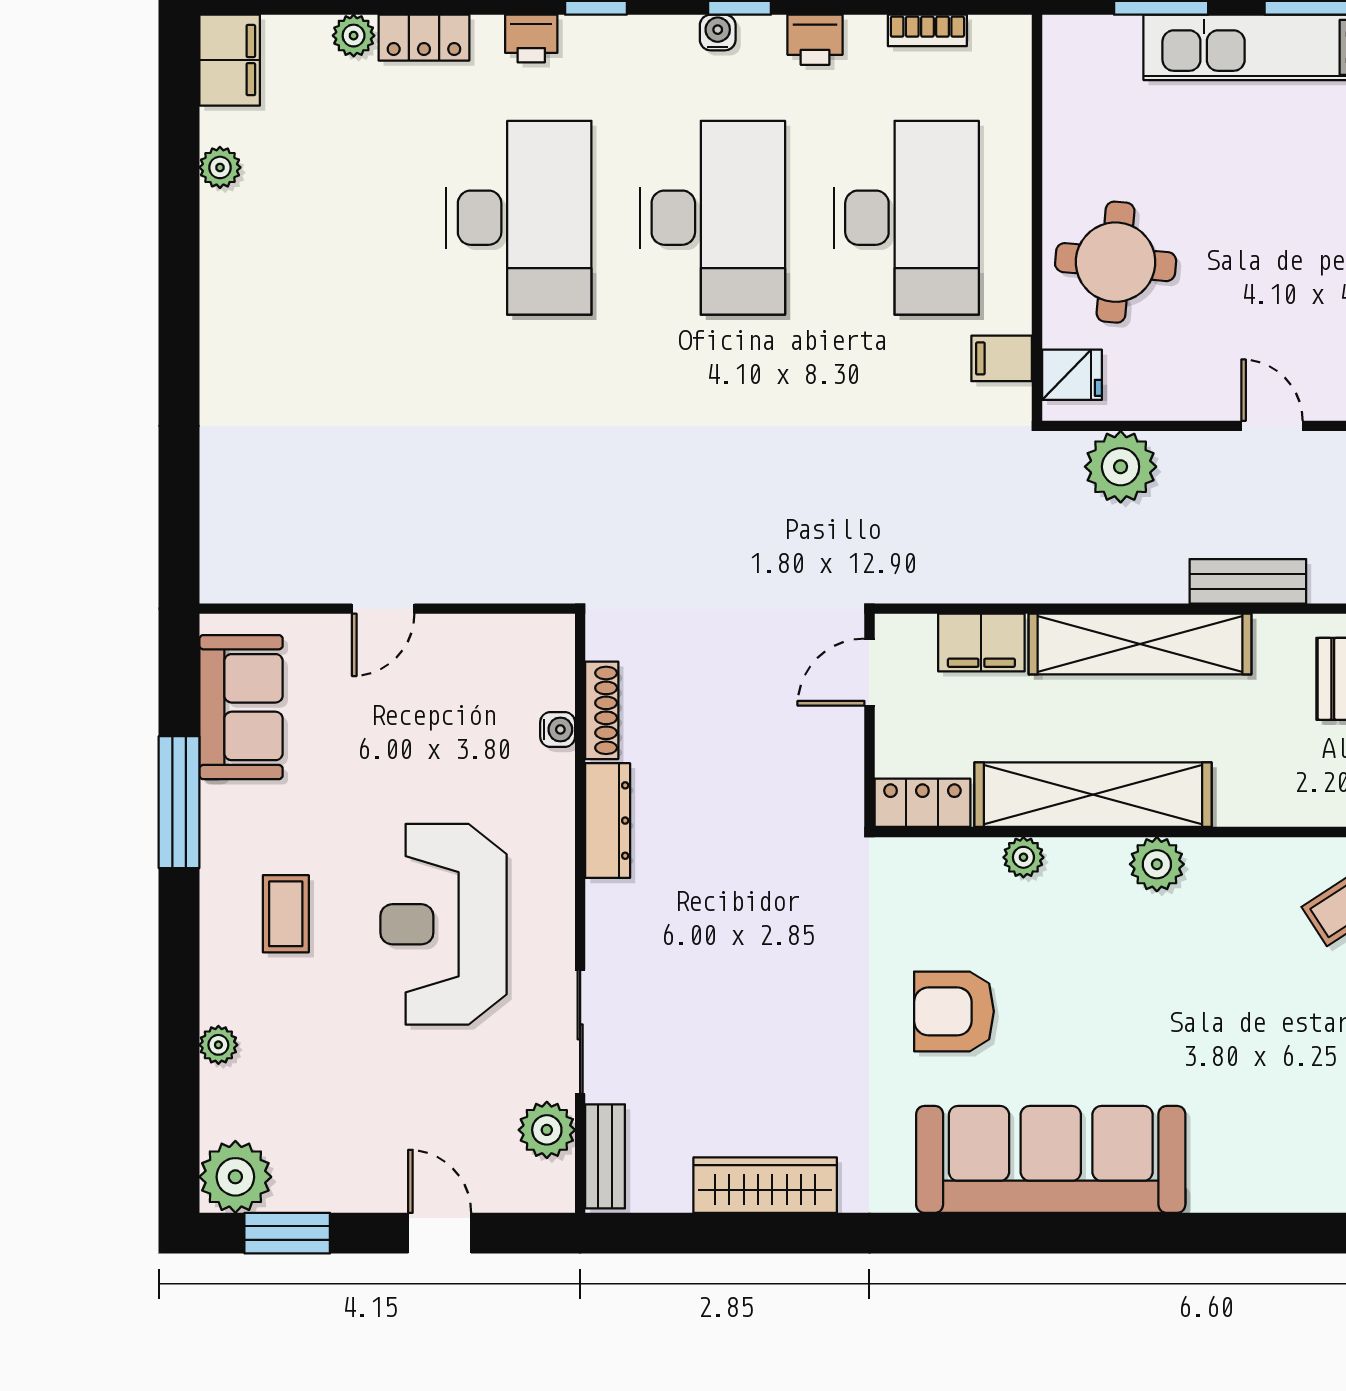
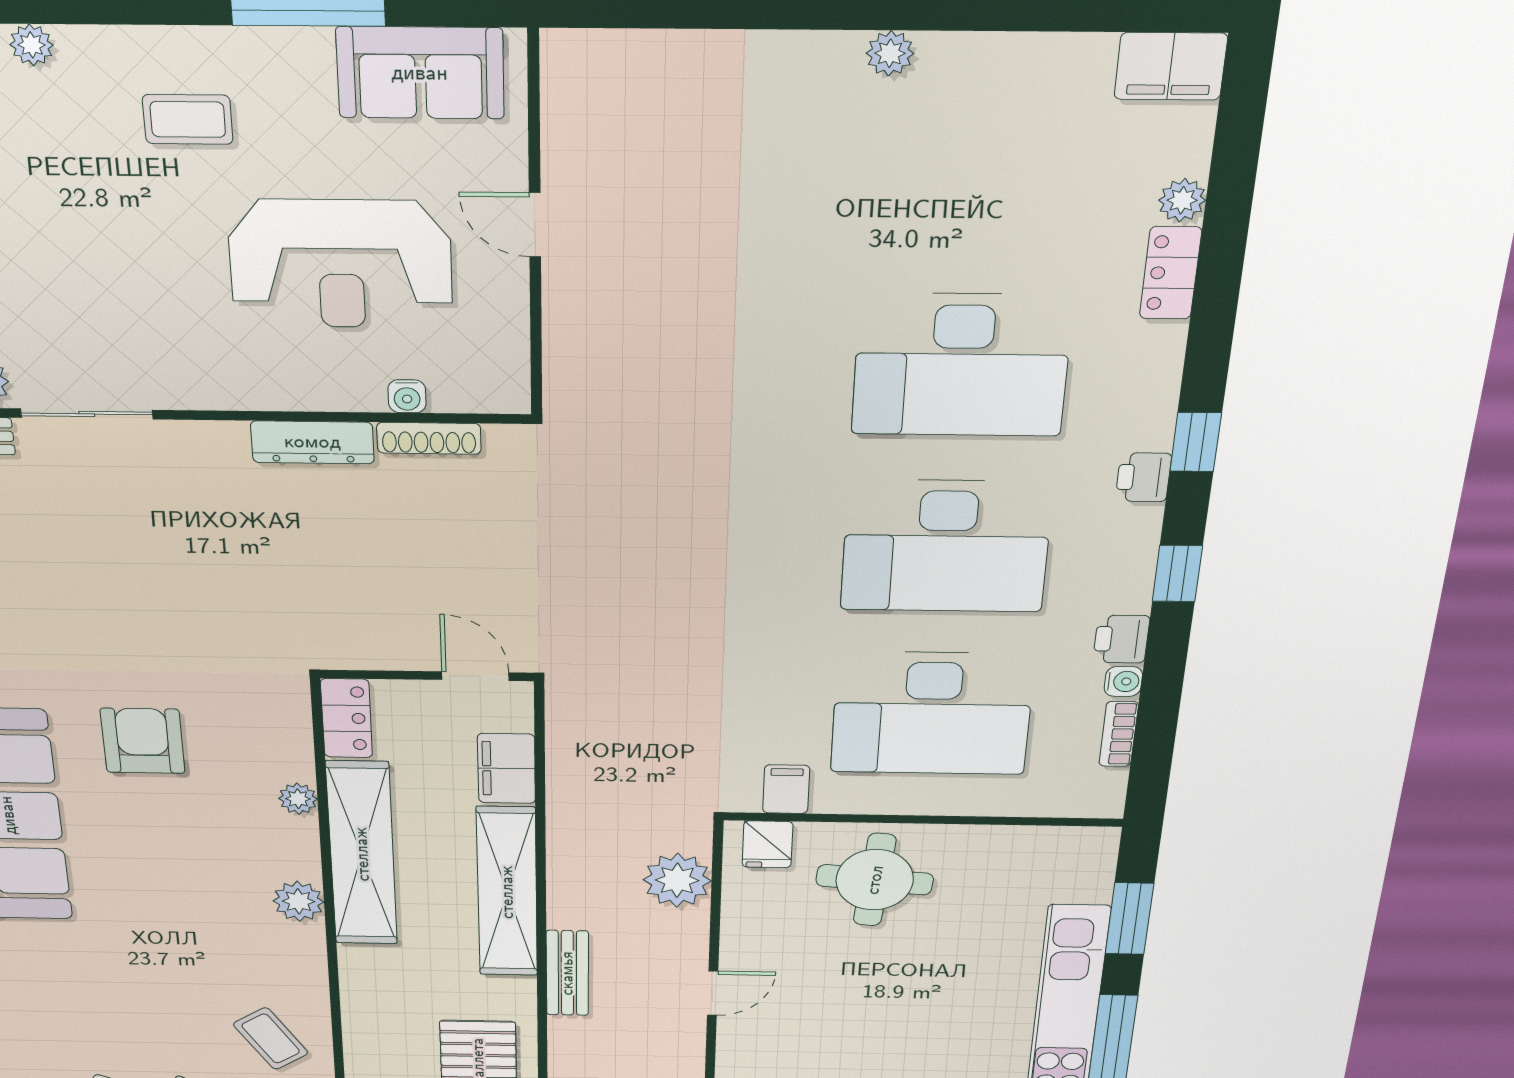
water cooler: (718, 32) -> (1123, 681), moved
printer: (531, 38) -> (1143, 477), moved
plant: (220, 167) -> (890, 53), moved
reception desk: (443, 924) -> (341, 264), moved, turned 180

